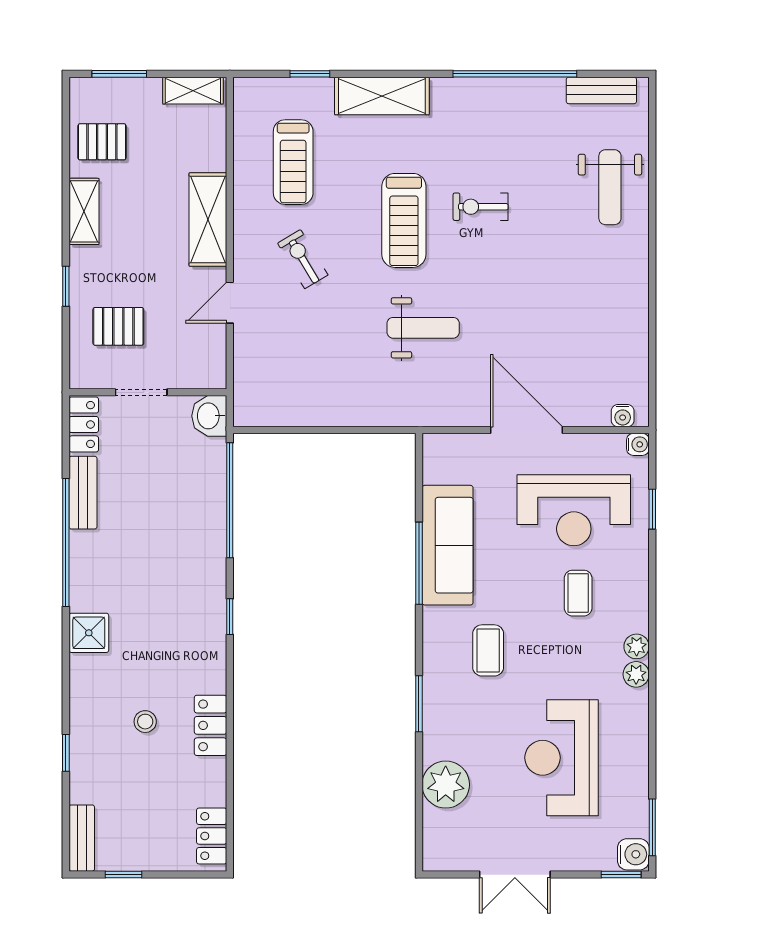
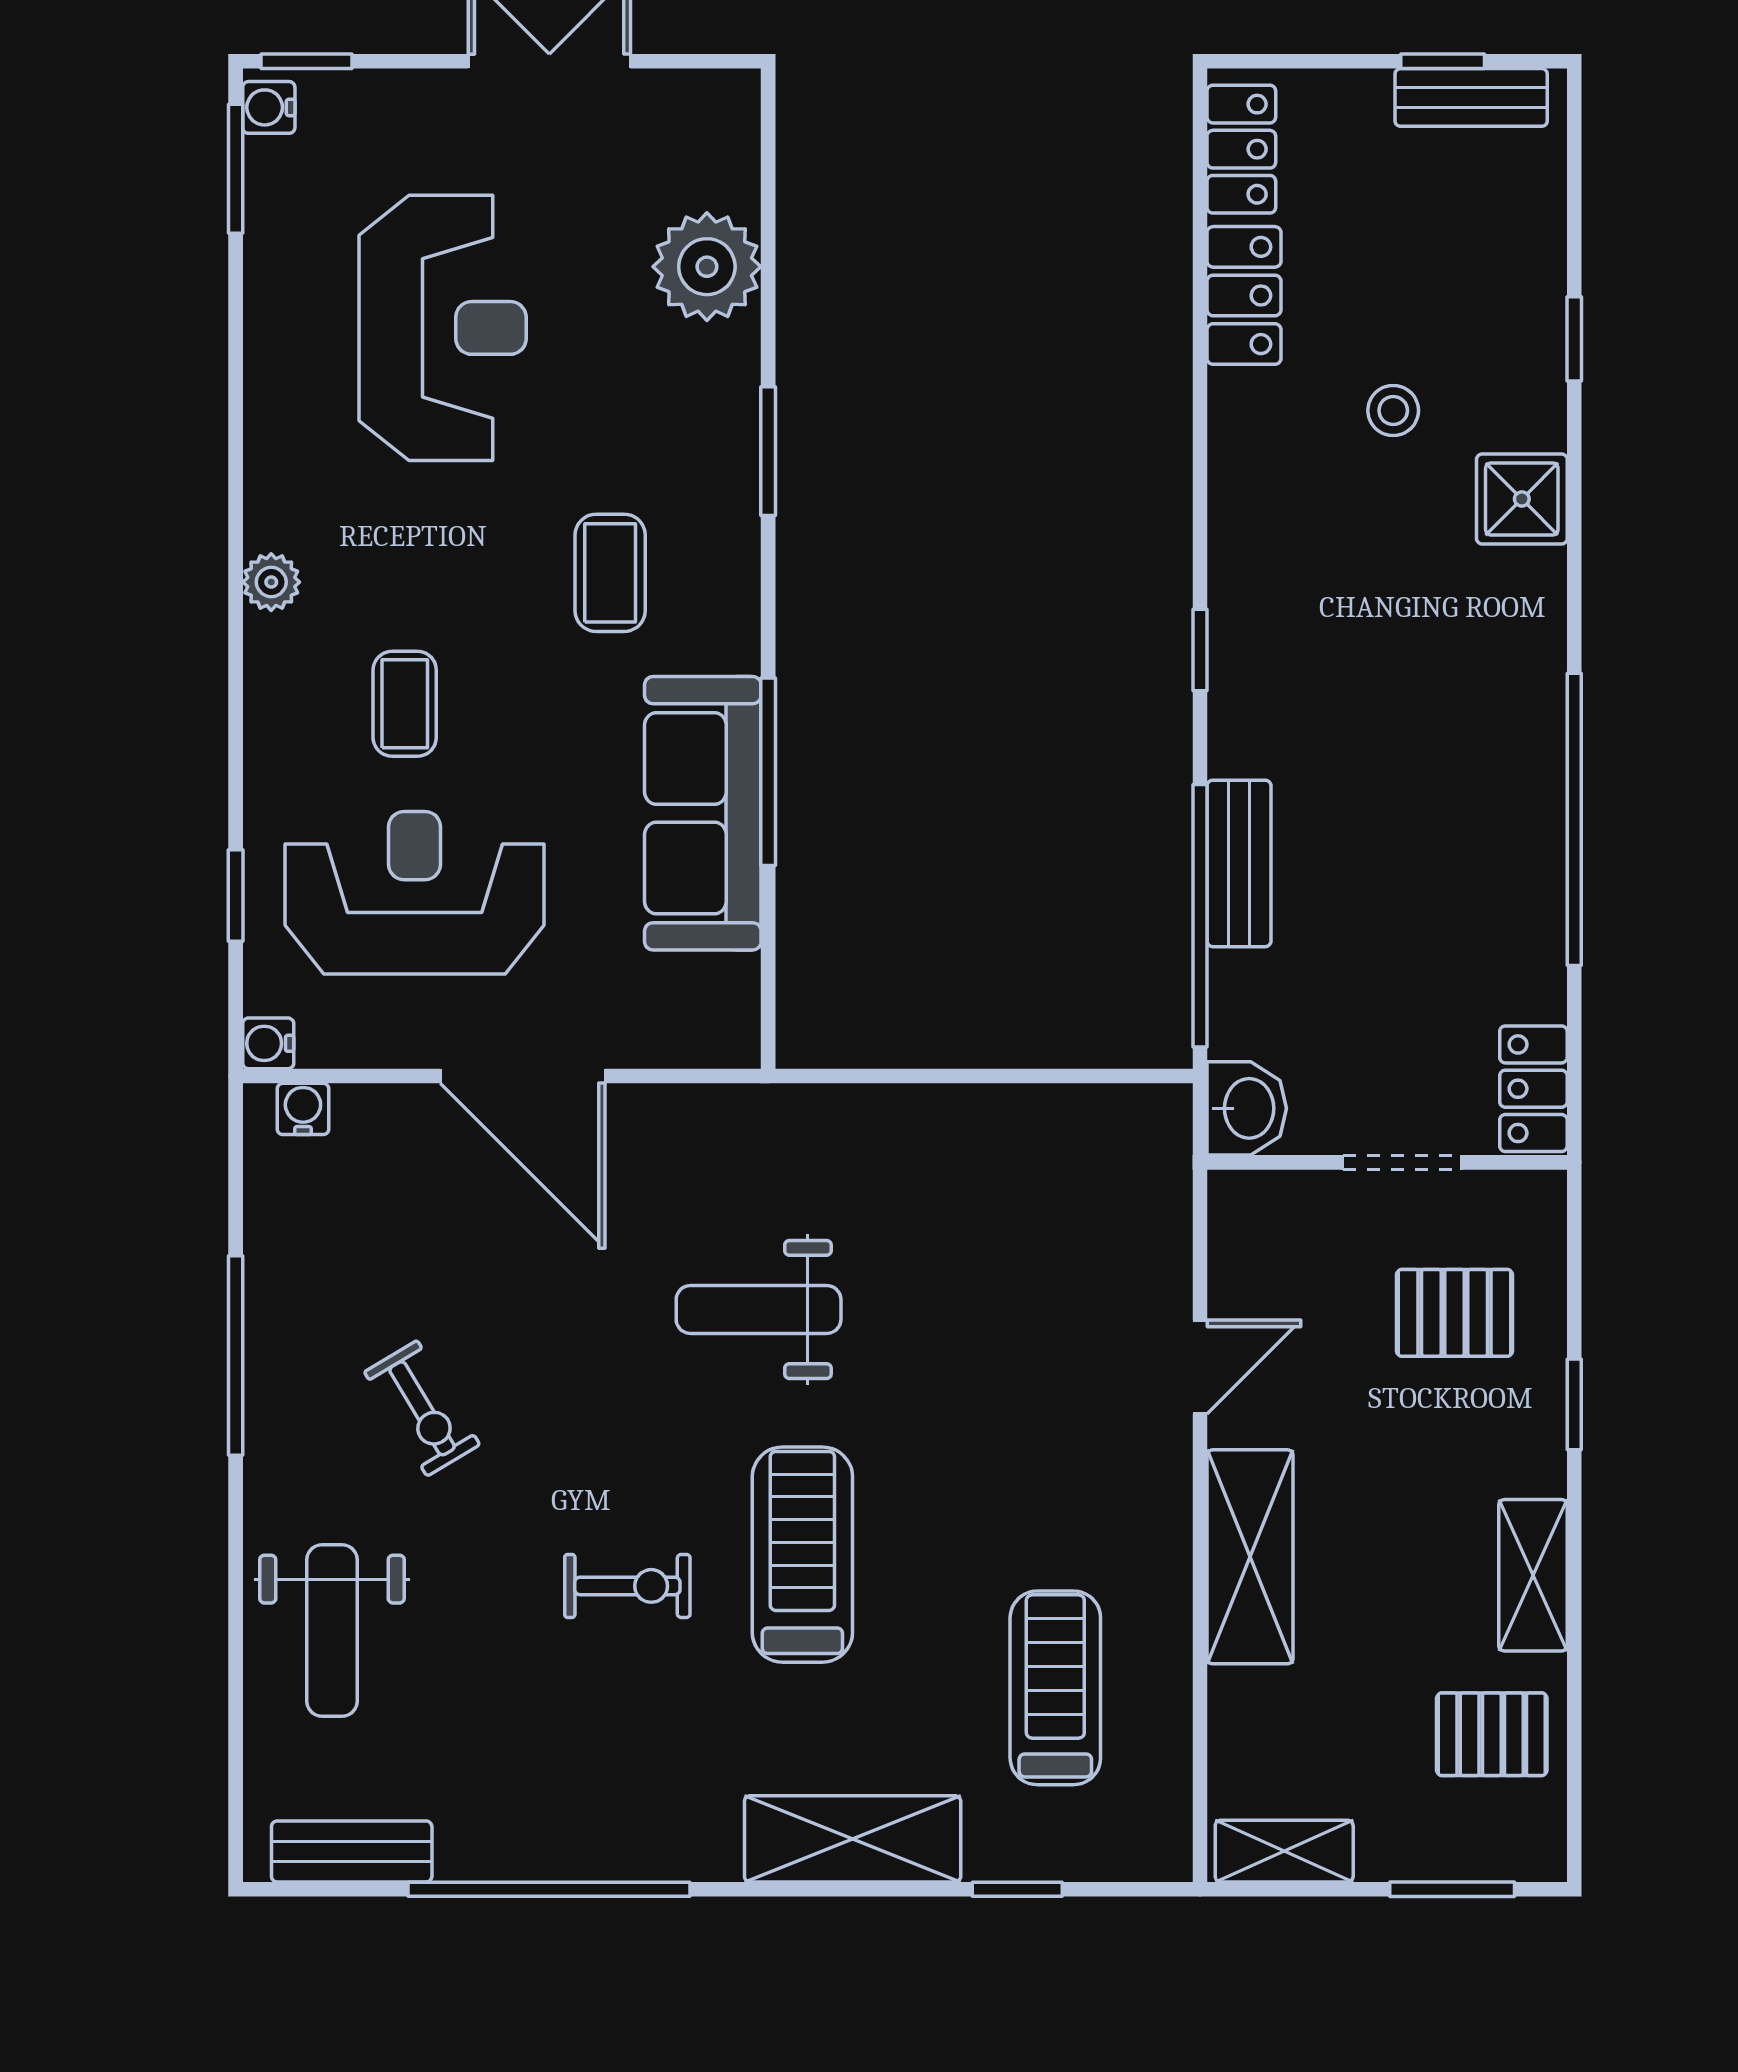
weight bench: (610, 187) -> (332, 1631), turned 180
exercise bike: (303, 259) -> (422, 1408), moved
window: (652, 308) -> (236, 1355), added
bench: (83, 493) -> (1239, 863), moved
shower: (89, 633) -> (1522, 499), moved
plant: (636, 674) -> (272, 518), removed
locker: (211, 725) -> (1244, 295), moved
bench: (82, 838) -> (1471, 97), moved, turned 90
water cooler: (633, 854) -> (269, 107), width x0.72, depth x0.72

